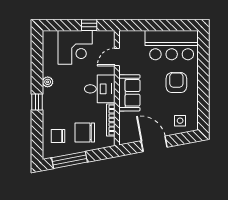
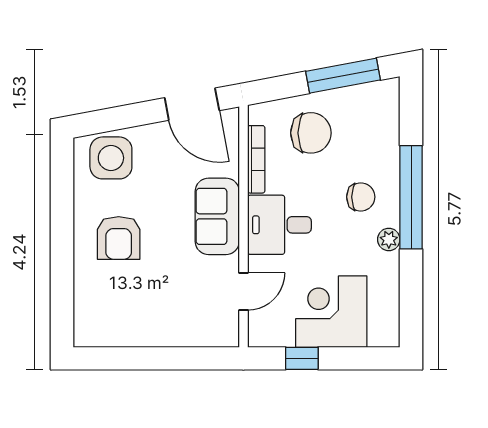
bar counter: (172, 45) -> (128, 316), removed
window: (37, 102) -> (411, 197), width x3.17
side table: (180, 121) -> (111, 158), width x1.87, depth x1.87
chair: (58, 136) -> (361, 197), moved
door: (154, 144) -> (192, 104), moved

